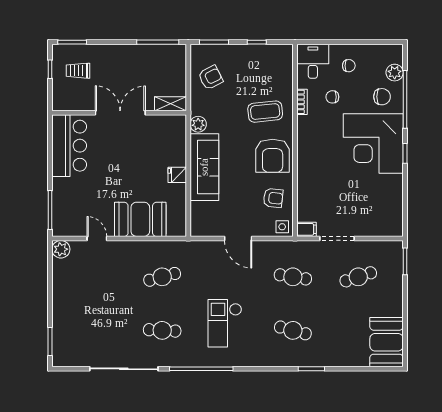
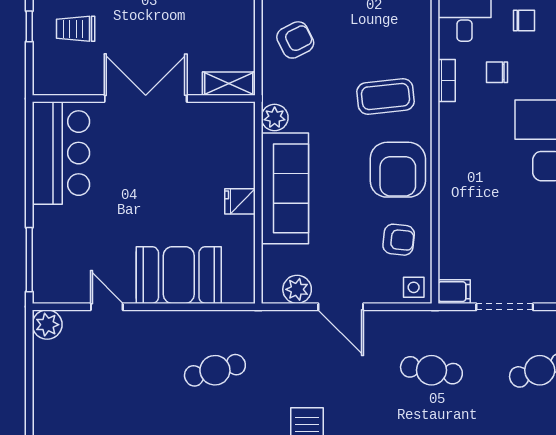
plant: (212, 228) -> (297, 289), added

